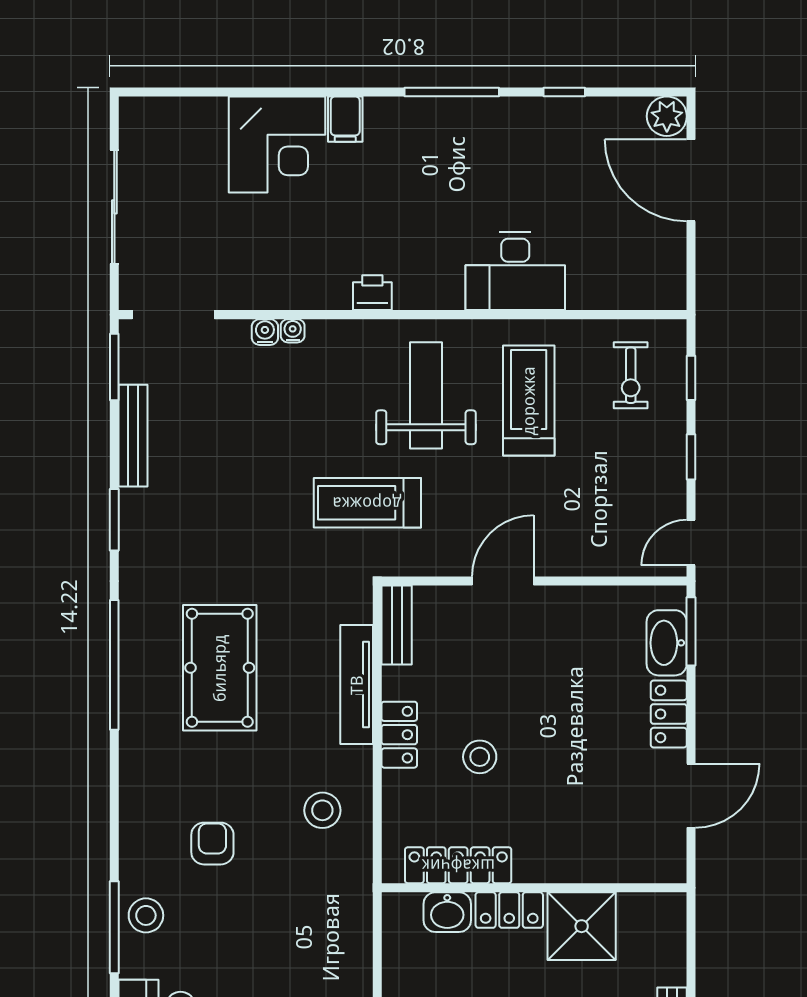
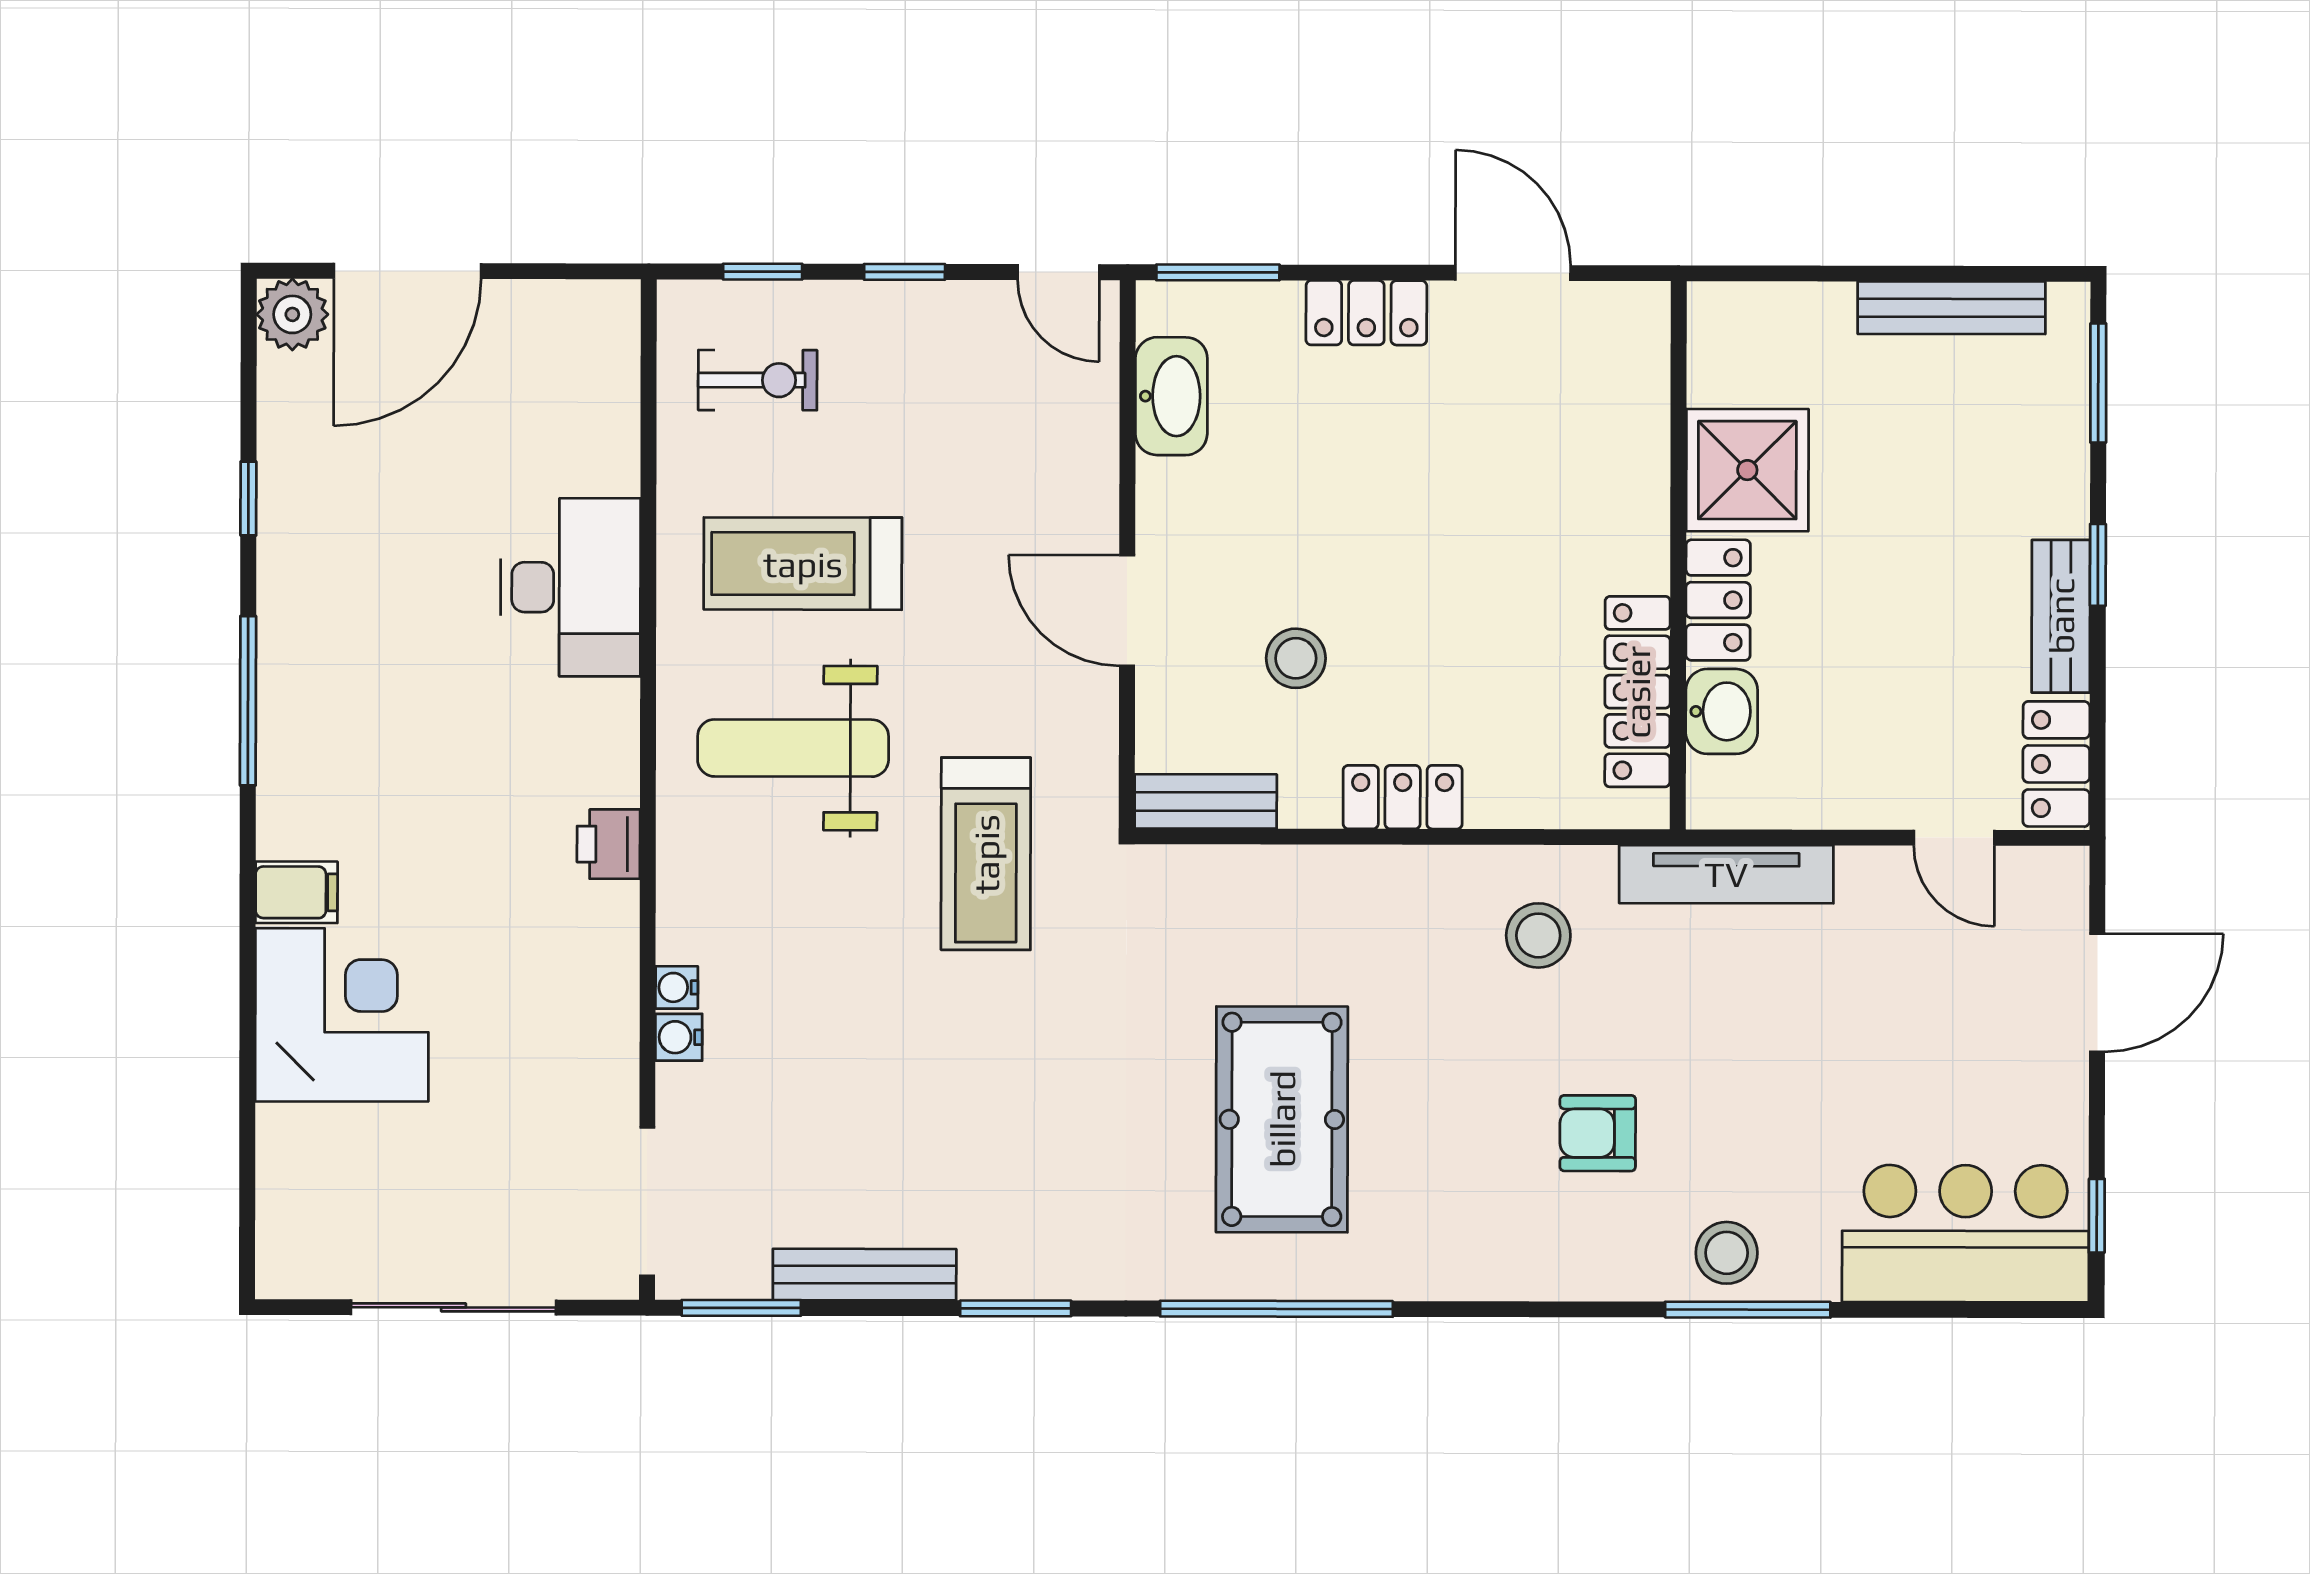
washbasin: (667, 643) -> (1171, 396), moved, turned -90
pool table: (220, 668) -> (1282, 1119), turned 90
tv unit: (357, 685) -> (1726, 874), moved
stool: (480, 757) -> (1296, 658), moved

